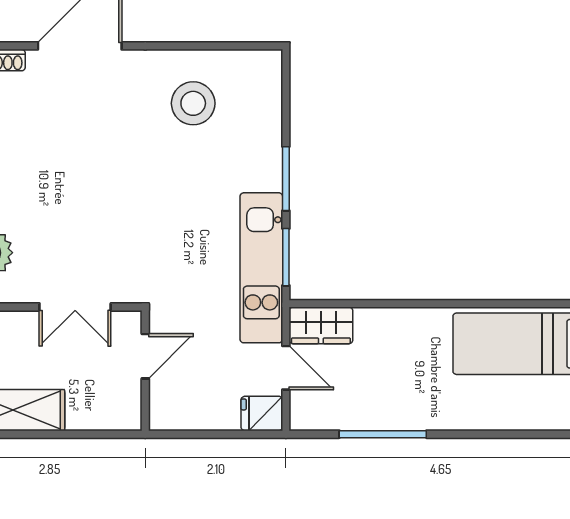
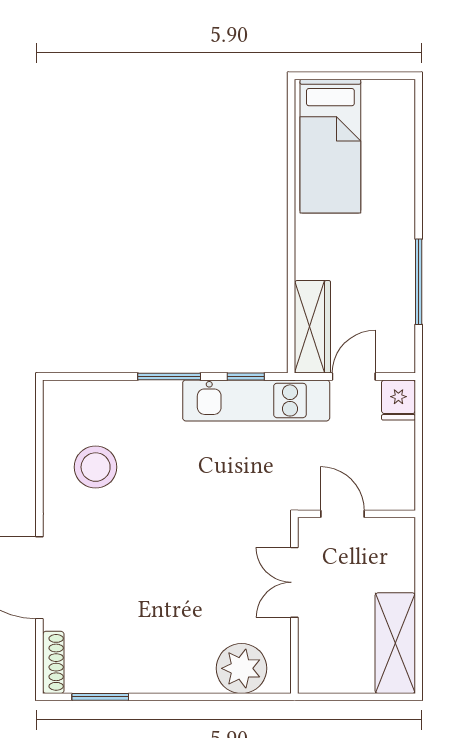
window: (286, 257) -> (246, 377), width x0.67
double door: (75, 307) -> (294, 582), swing flipped
wardrobe: (321, 325) -> (312, 327), width x1.50

